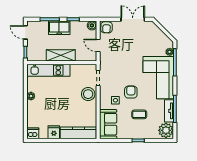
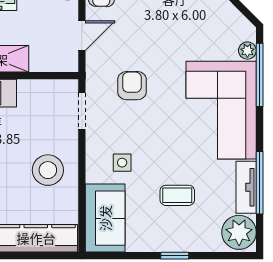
door: (98, 45) -> (82, 36), swing flipped
armchair: (131, 92) -> (132, 86), moved
stool: (88, 94) -> (48, 170), moved

